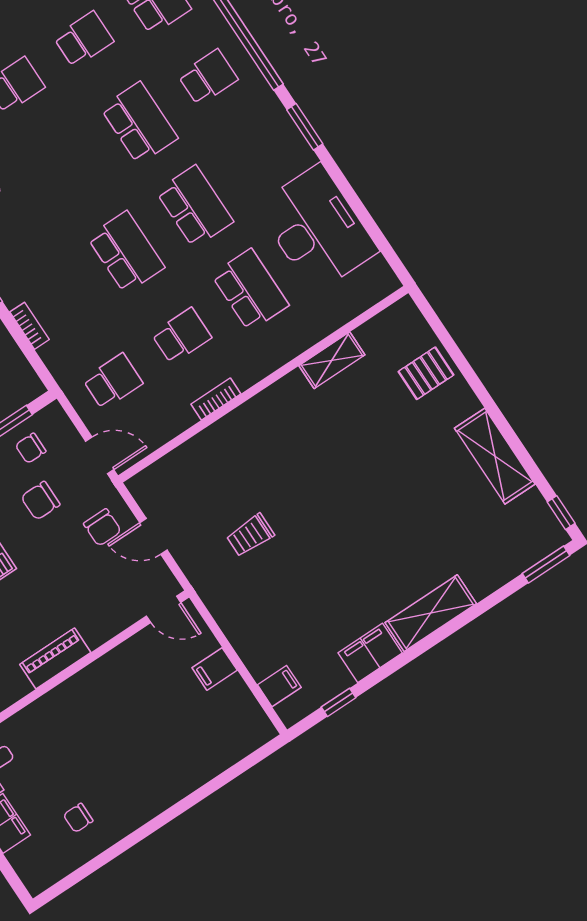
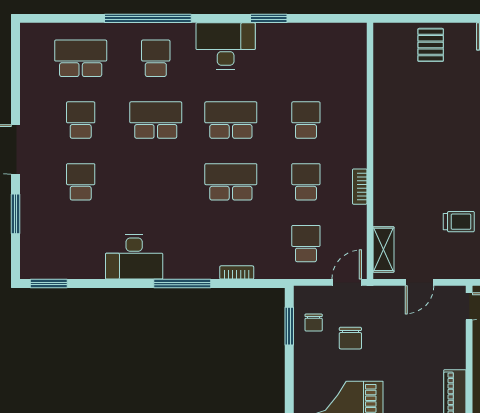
window: (305, 127) -> (269, 18), moved
desk: (317, 229) -> (226, 46), moved, width x0.73, depth x0.77
school desk: (250, 290) -> (306, 120), width x0.54
shelving: (332, 360) -> (384, 249), moved
chair: (102, 527) -> (393, 311), removed
trolley: (250, 535) -> (459, 222), turned -90

